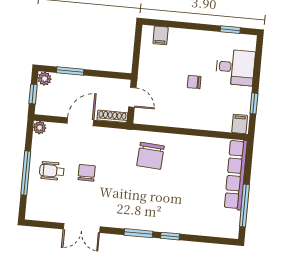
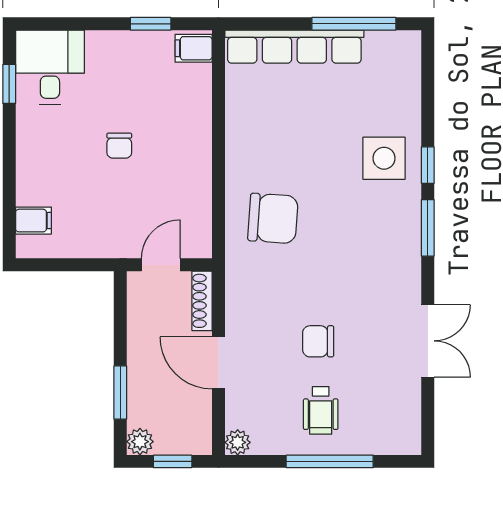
desk: (235, 67) -> (50, 67), moved
side table: (175, 214) -> (384, 158), added

